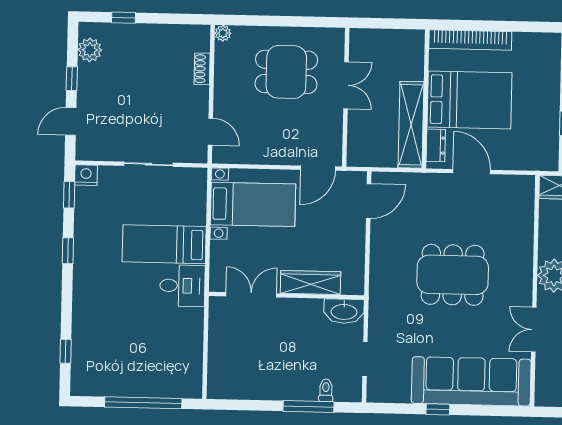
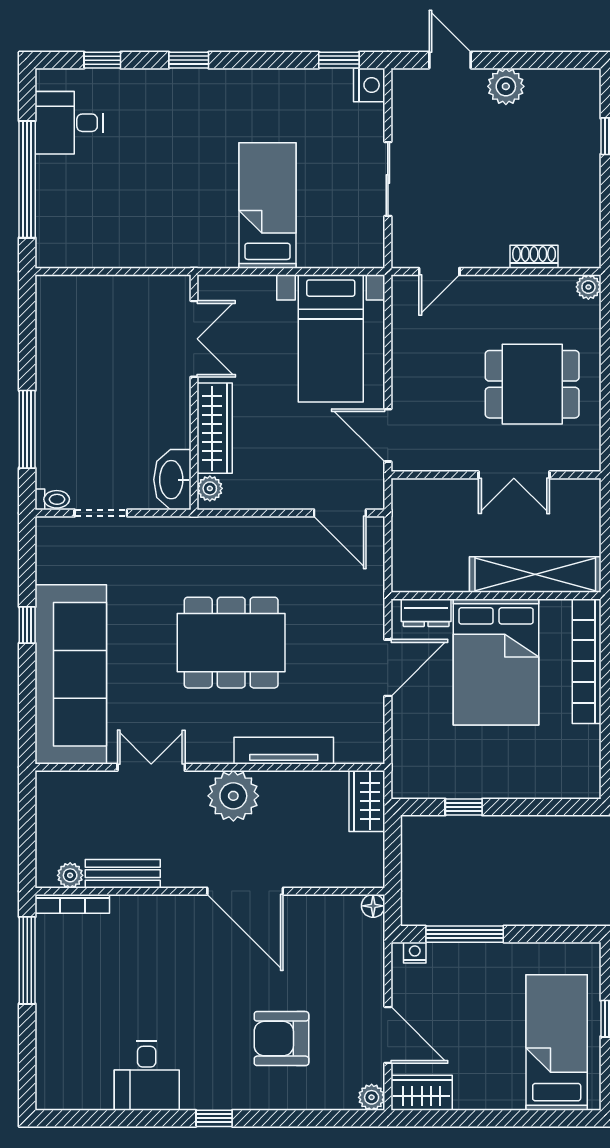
plant: (90, 50) -> (506, 86), moved
dining table: (286, 72) -> (532, 384), turned 90
window: (72, 79) -> (515, 60), removed
shelving: (411, 125) -> (535, 575), moved
tv unit: (525, 242) -> (284, 751), added
window: (68, 251) -> (189, 60), moved
dining table: (453, 275) -> (231, 643), turned 90
desk: (182, 286) -> (69, 123), moved, turned 90
plant: (350, 287) -> (210, 488), added
toilet: (326, 390) -> (52, 499), moved

